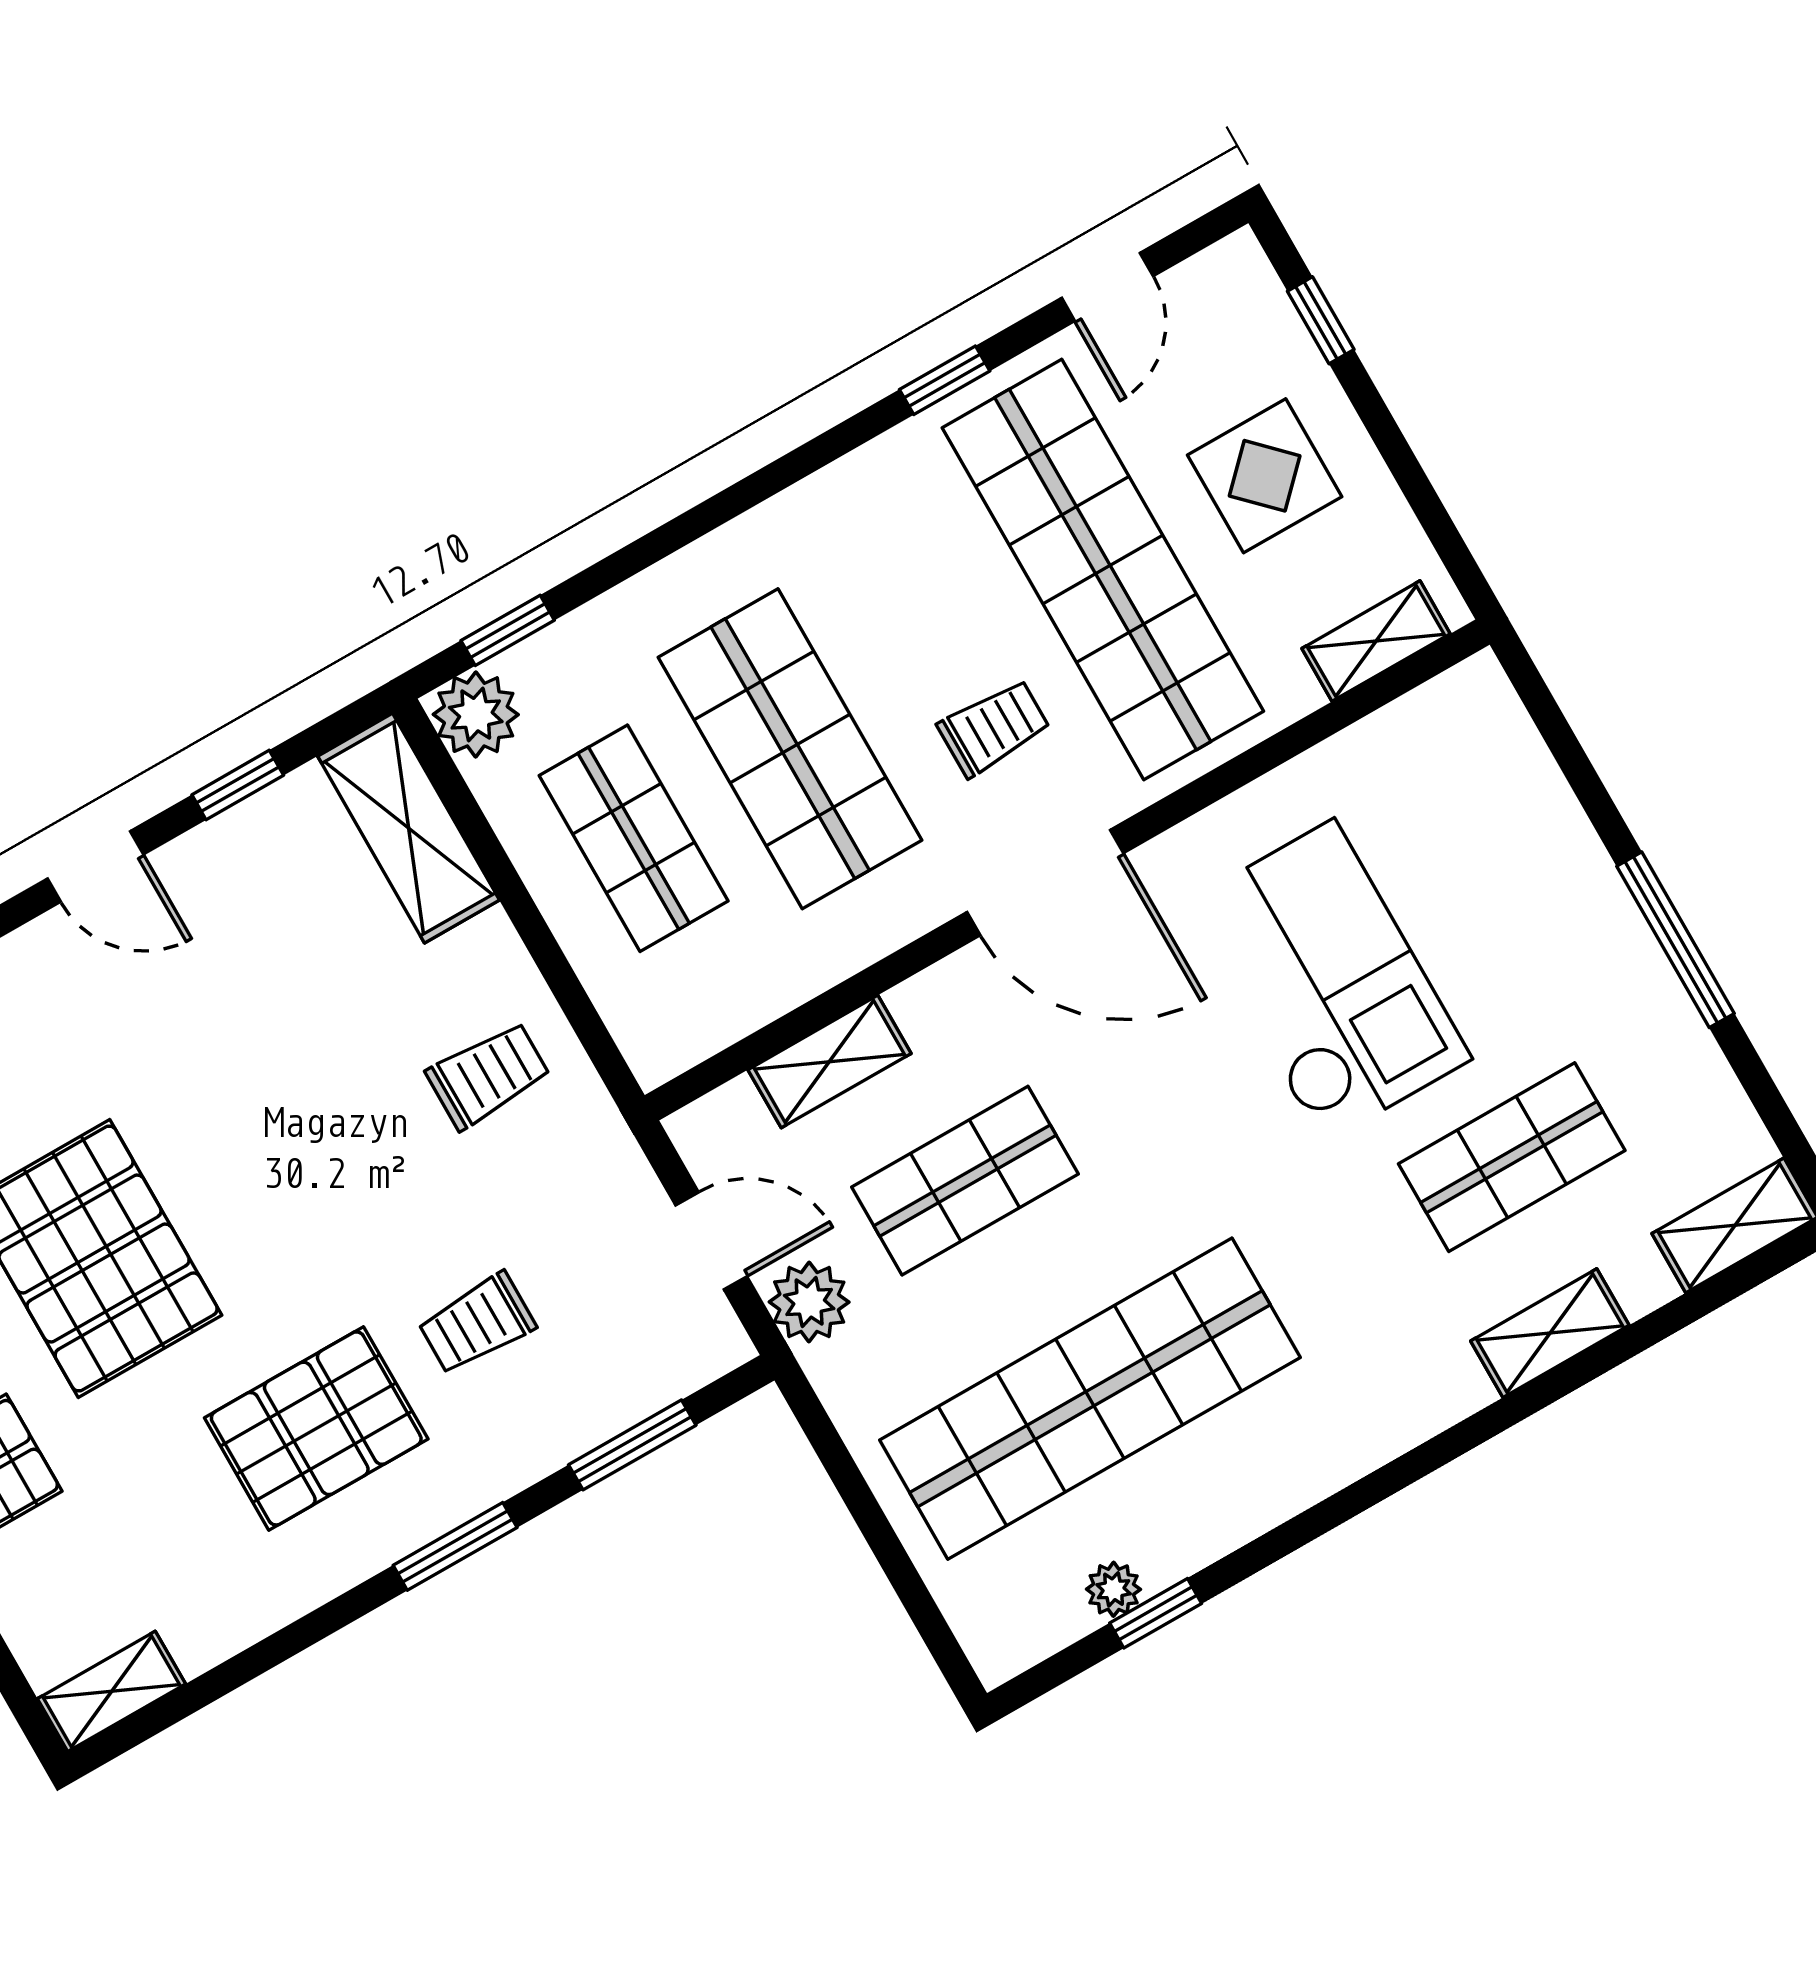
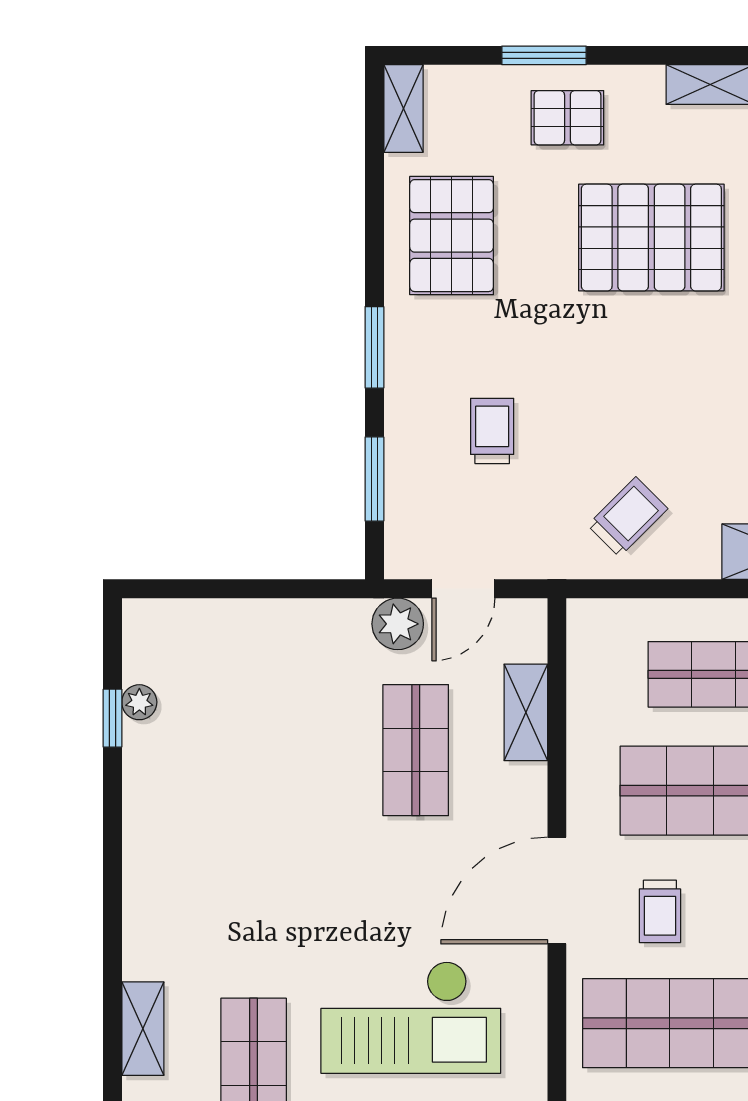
trolley: (488, 1075) -> (628, 517), turned -135
shop shelf: (1090, 1399) -> (254, 750), removed
pallet: (316, 1428) -> (452, 236), moved

